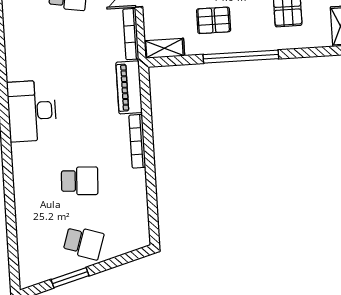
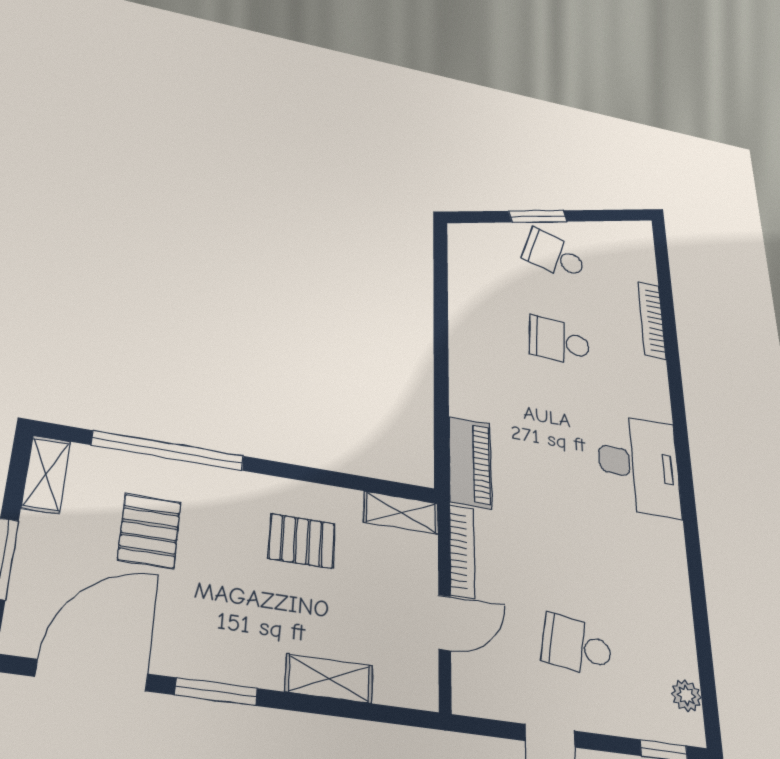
window: (241, 57) -> (168, 451), moved
bookcase: (137, 141) -> (652, 320), moved, turned 180
window: (70, 278) -> (538, 216), moved

